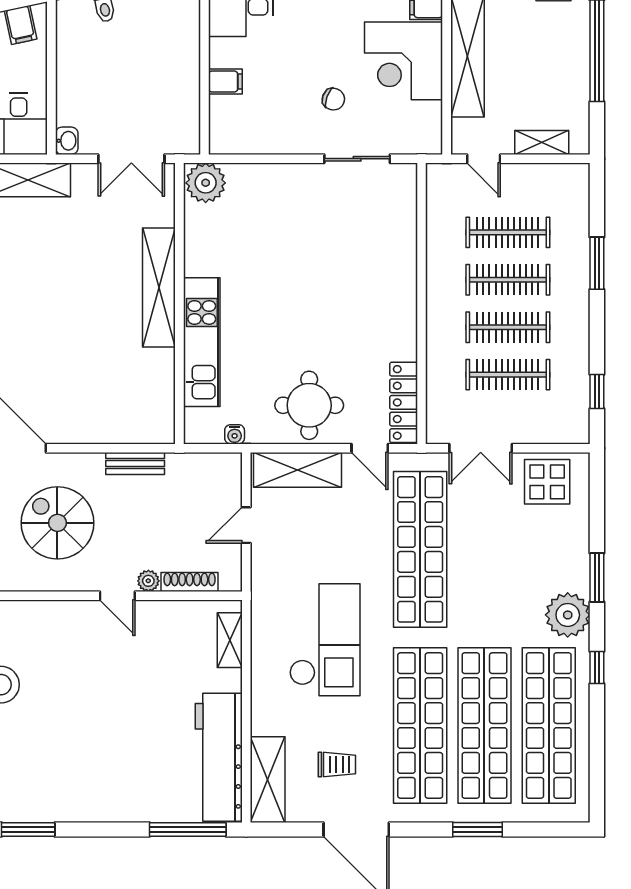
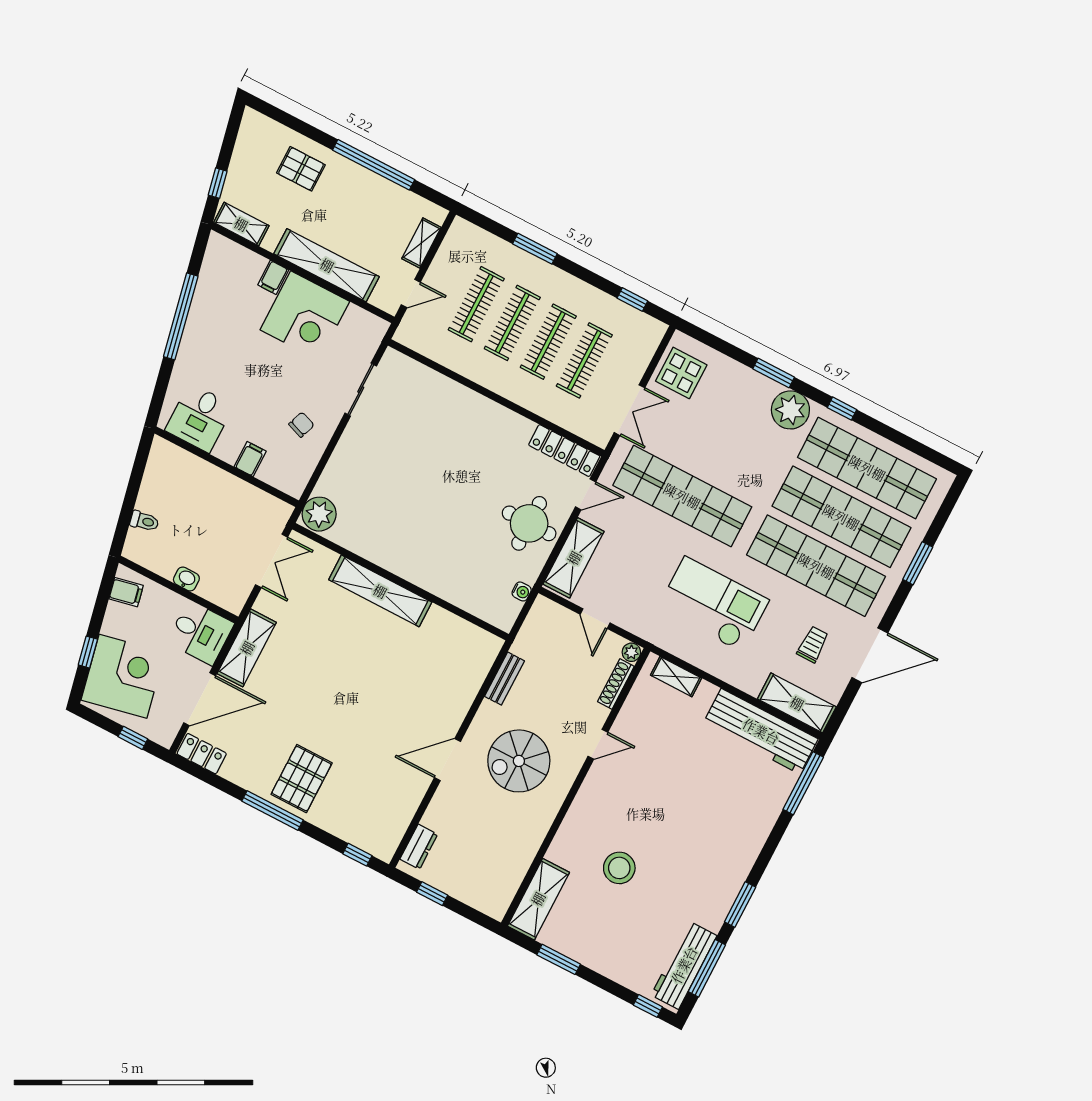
chair: (333, 99) -> (301, 425), moved
washbasin: (67, 141) -> (186, 579), moved
kitchen unit: (202, 342) -> (439, 580), removed
plant: (148, 581) -> (631, 652), moved

